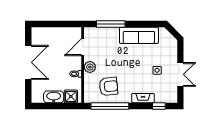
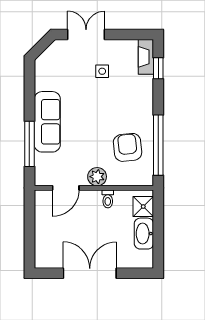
sofa: (139, 35) -> (47, 122), moved
door: (83, 47) -> (66, 188), hinge flipped
double door: (180, 74) -> (86, 35), moved
fireplace: (143, 98) -> (146, 57), moved

